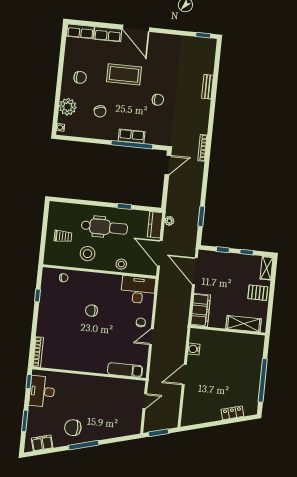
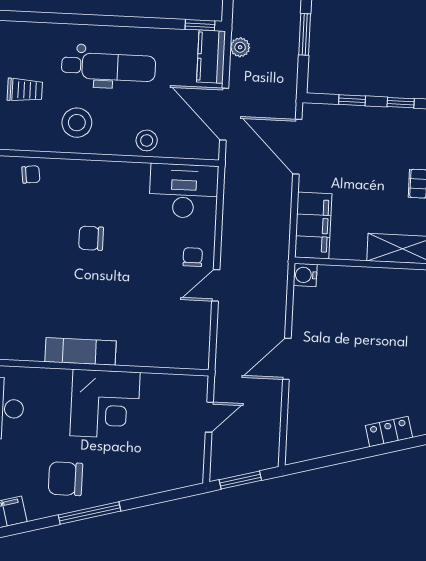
window: (124, 206) -> (200, 25), moved
water cooler: (194, 349) -> (305, 275), moved
exam couch: (125, 370) -> (80, 351), moved
corner desk: (94, 392) -> (105, 404), added

